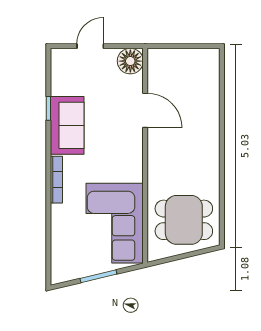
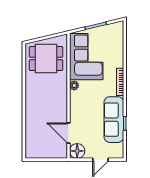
door: (145, 110) -> (68, 133), moved
sofa: (67, 125) -> (114, 120), width x1.36
plant: (135, 174) -> (74, 85), added

